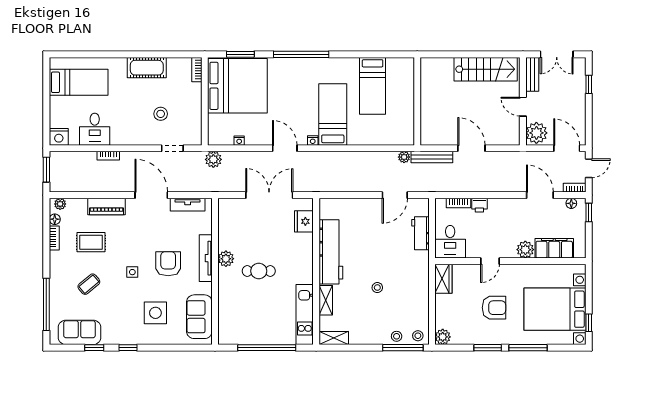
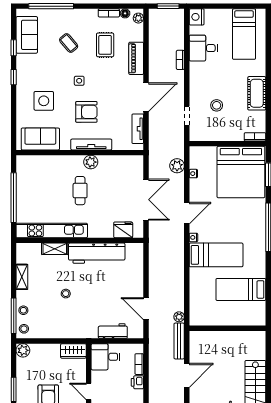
plant: (213, 159) -> (177, 166), moved
kitchen unit: (305, 315) -> (52, 231), width x1.36
shelving: (334, 338) -> (22, 277), moved

